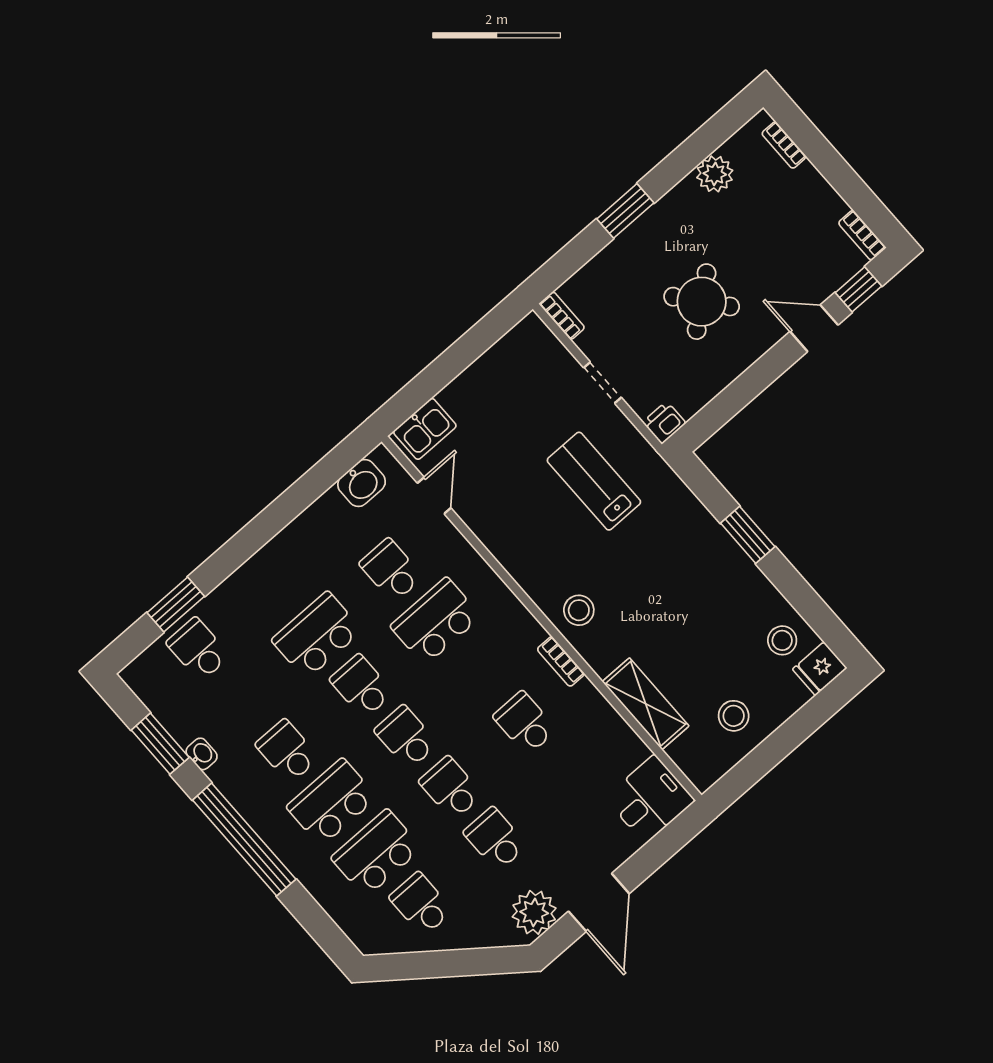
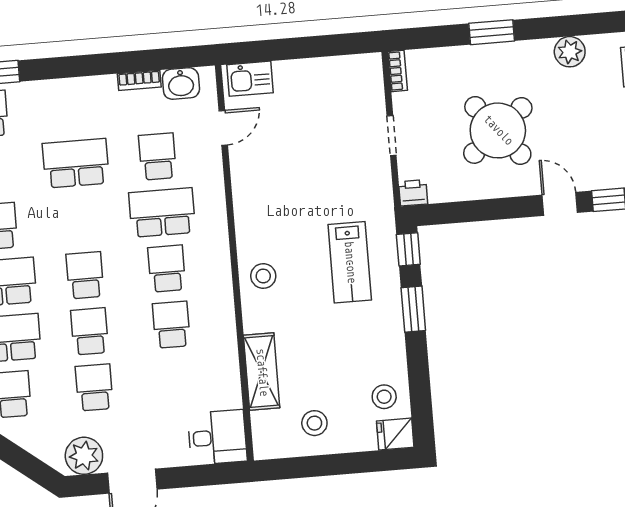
round table: (702, 302) -> (498, 130), width x1.36, depth x1.36
lab bench: (594, 481) -> (350, 262), moved, turned 180
window: (700, 481) -> (408, 249), added
bookcase: (561, 662) -> (139, 80), moved, turned -90
school desk: (361, 686) -> (167, 269), moved

